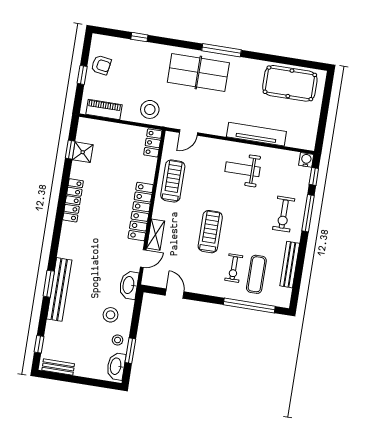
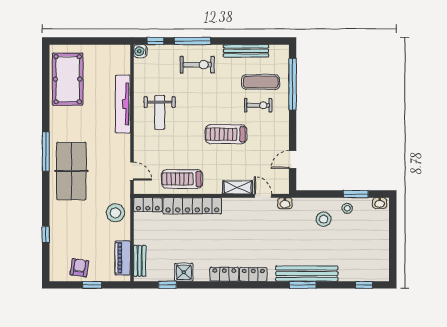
shower: (83, 152) -> (184, 272), moved
locker: (73, 200) -> (224, 274), width x0.66
locker: (141, 212) -> (192, 206), moved
locker: (67, 236) -> (253, 274), added
washbasin: (129, 285) -> (285, 203), width x0.52, depth x0.69
washbasin: (116, 366) -> (380, 203), width x0.52, depth x0.69
bench: (58, 367) -> (140, 261), moved

